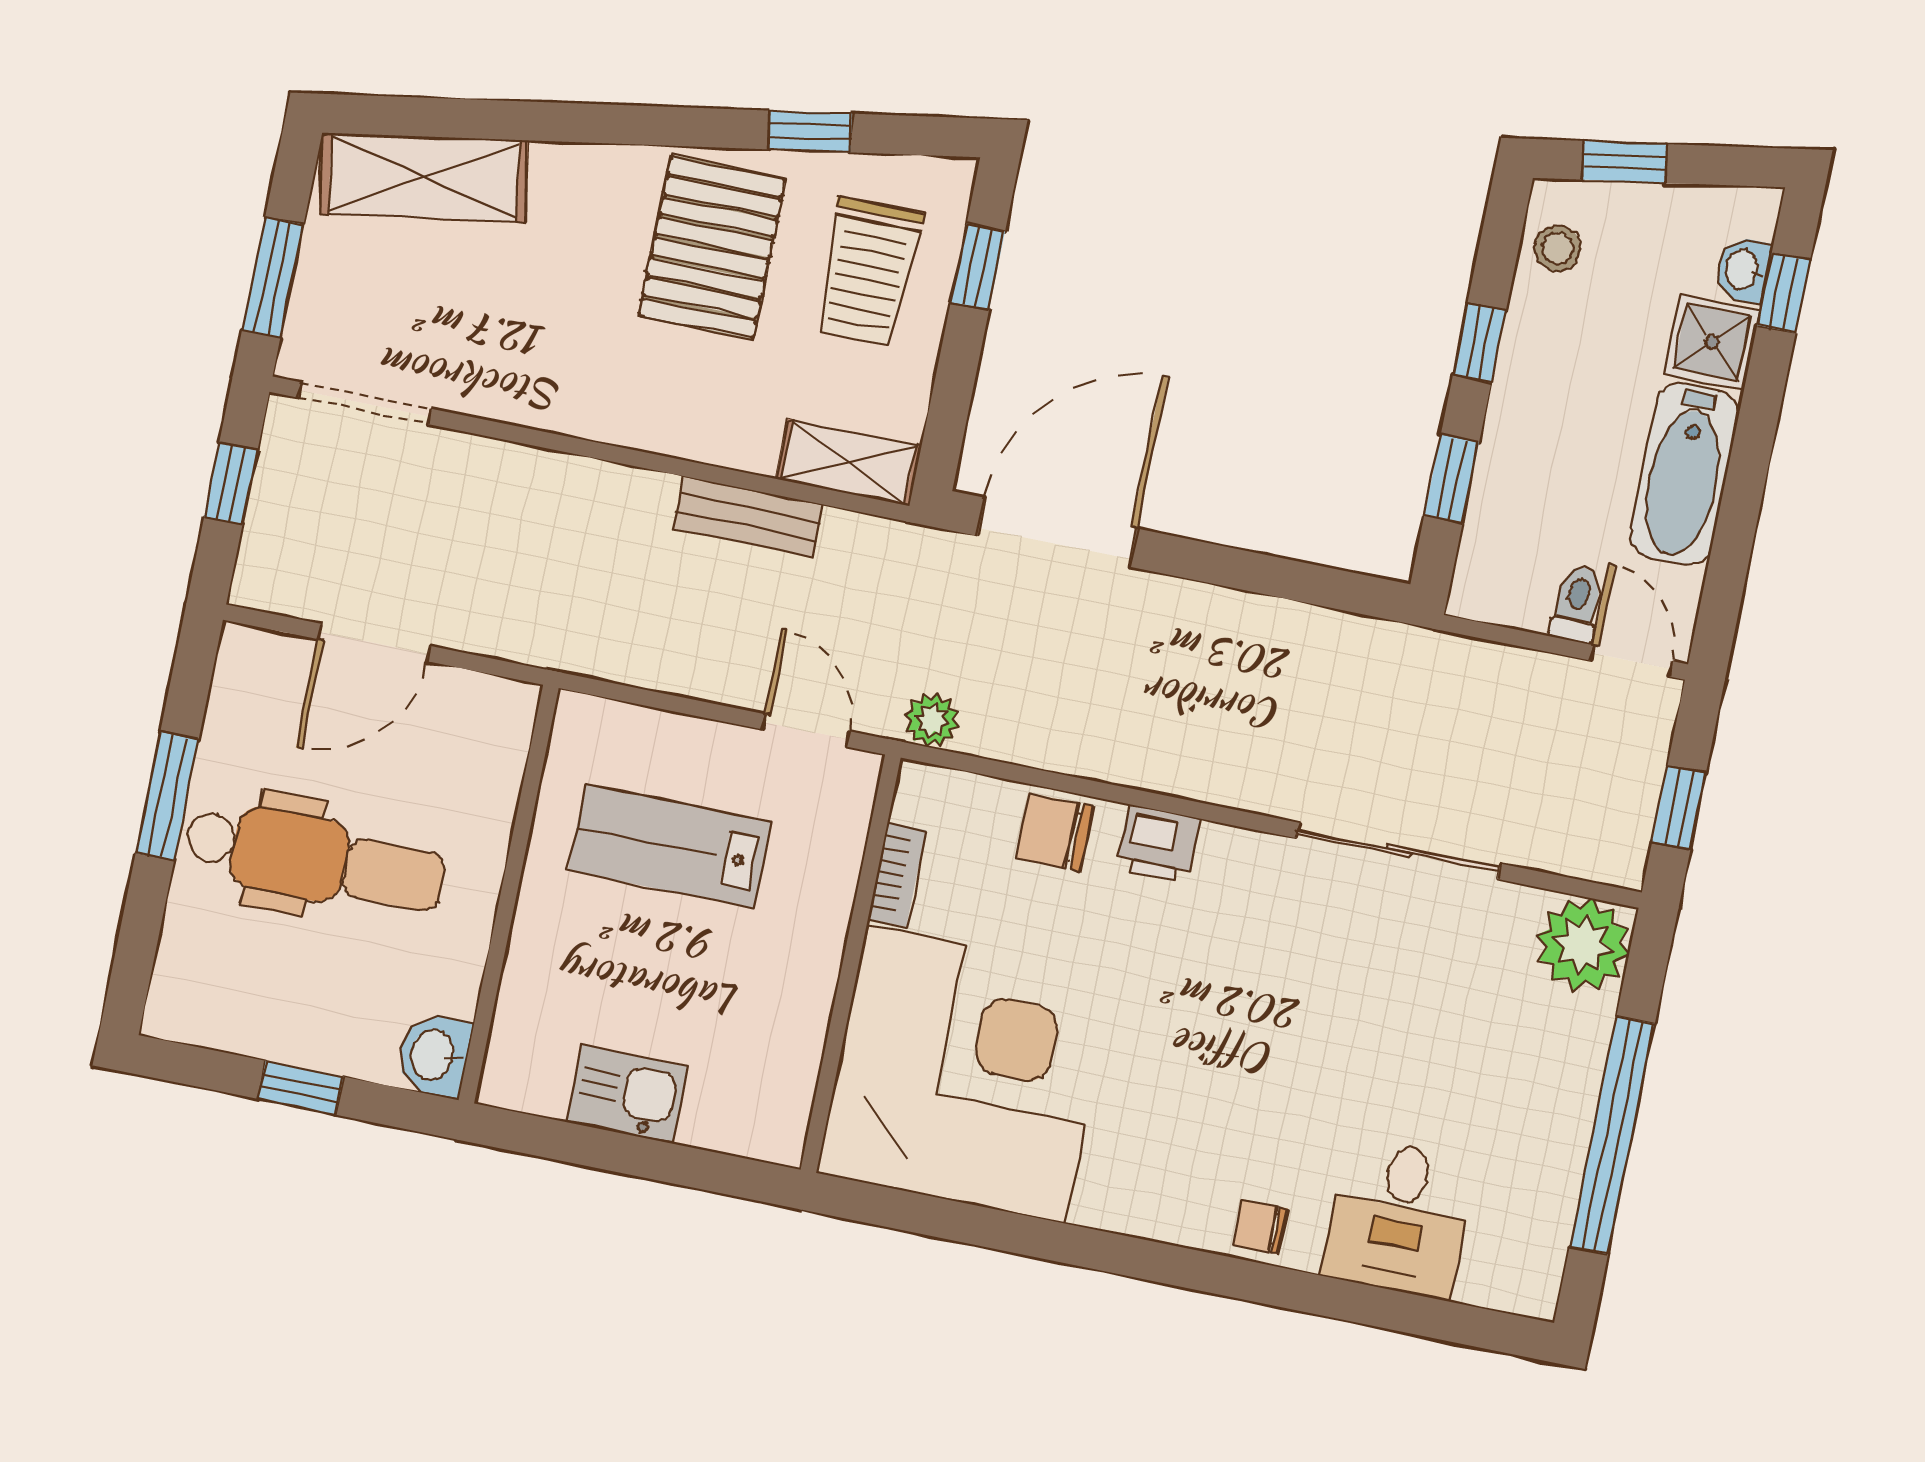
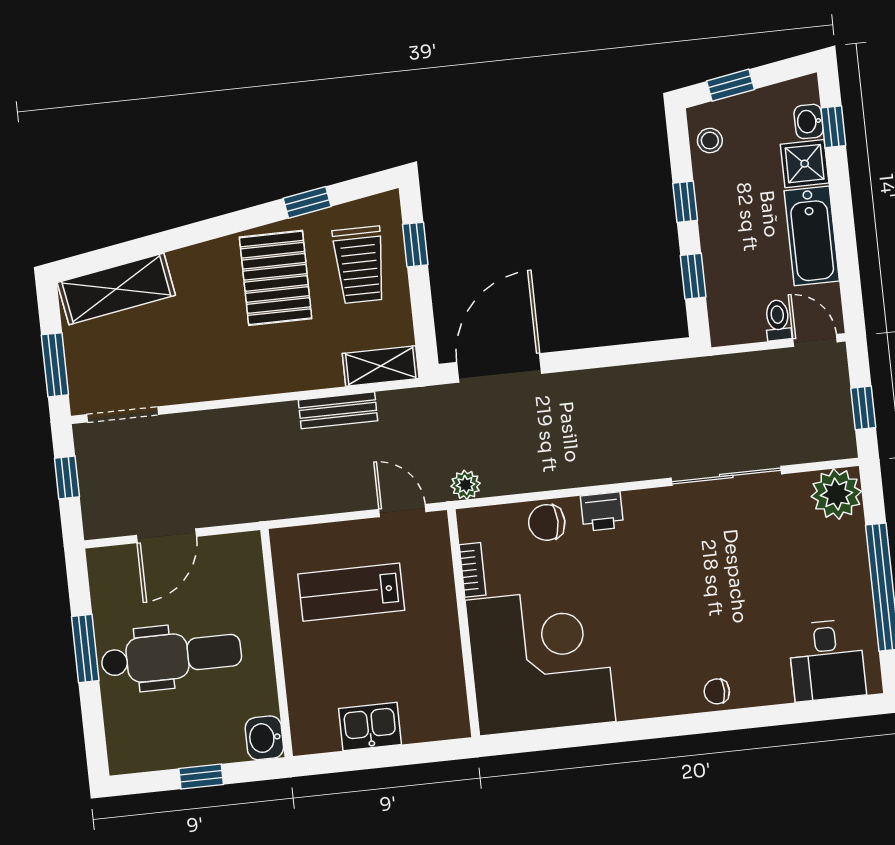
desk: (1399, 1218) -> (827, 660), moved

